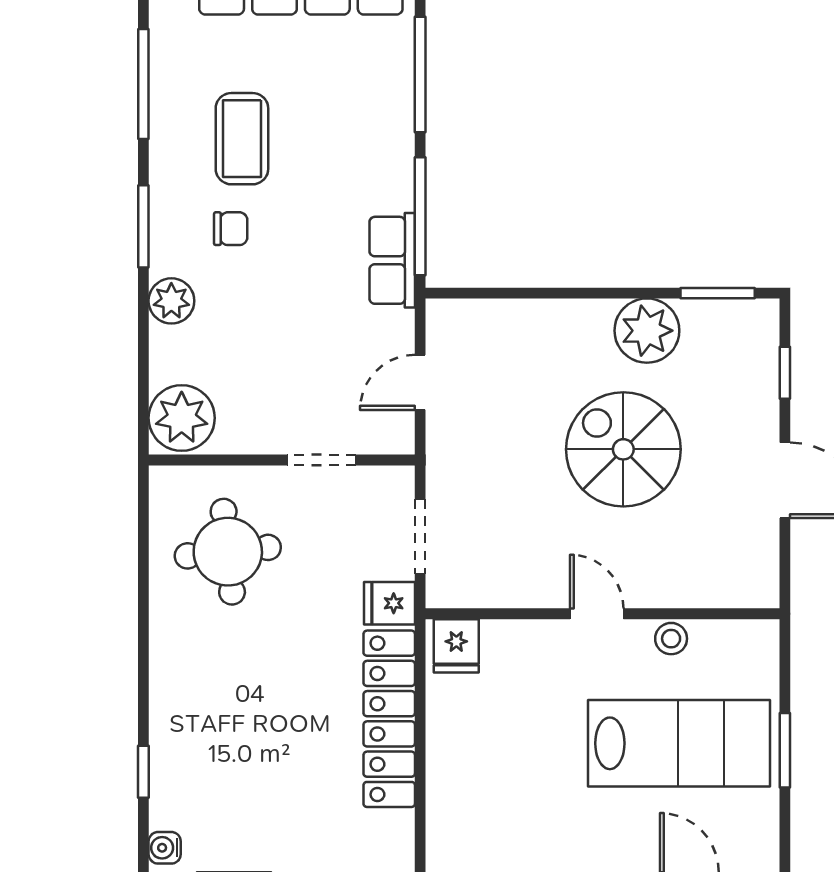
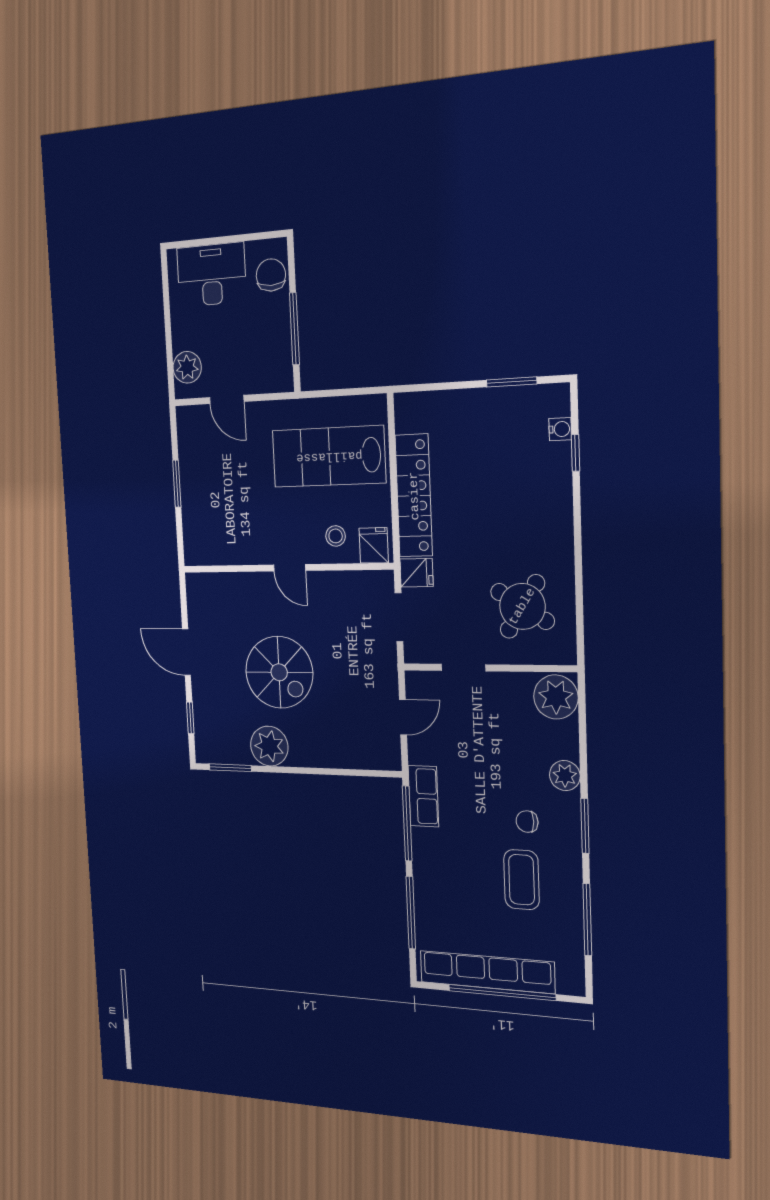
round table: (228, 552) -> (522, 606), turned 38
stool: (671, 639) -> (336, 536), moved
lab bench: (679, 743) -> (329, 457), moved
water cooler: (165, 848) -> (560, 429), moved

